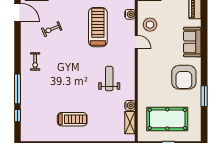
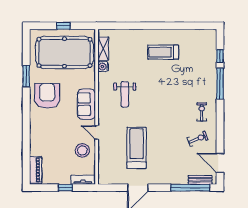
water cooler: (130, 14) -> (103, 161), removed
treadmill: (98, 27) -> (137, 148), turned 180
exercise bike: (52, 29) -> (198, 139), moved
sofa: (192, 42) -> (86, 104), moved, turned 180
pool table: (167, 119) -> (64, 52), width x1.36, depth x1.32

